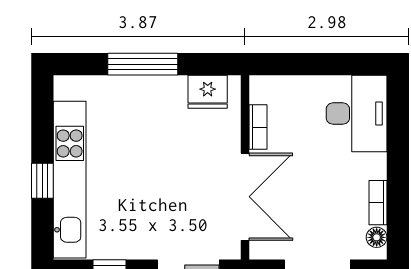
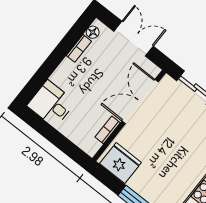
fridge: (208, 92) -> (120, 163), width x1.36, depth x1.34
desk: (357, 114) -> (51, 104), width x0.73

